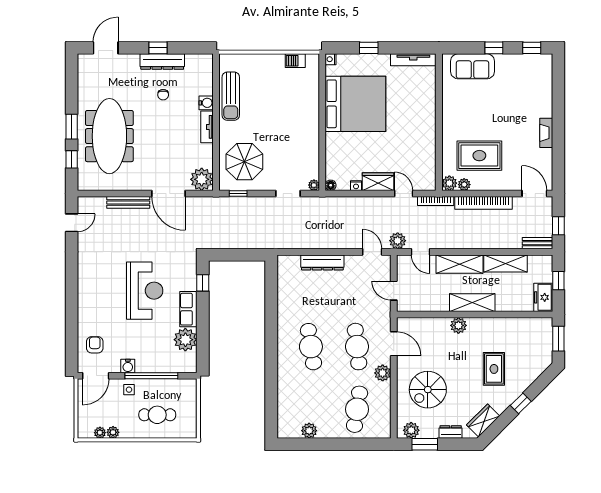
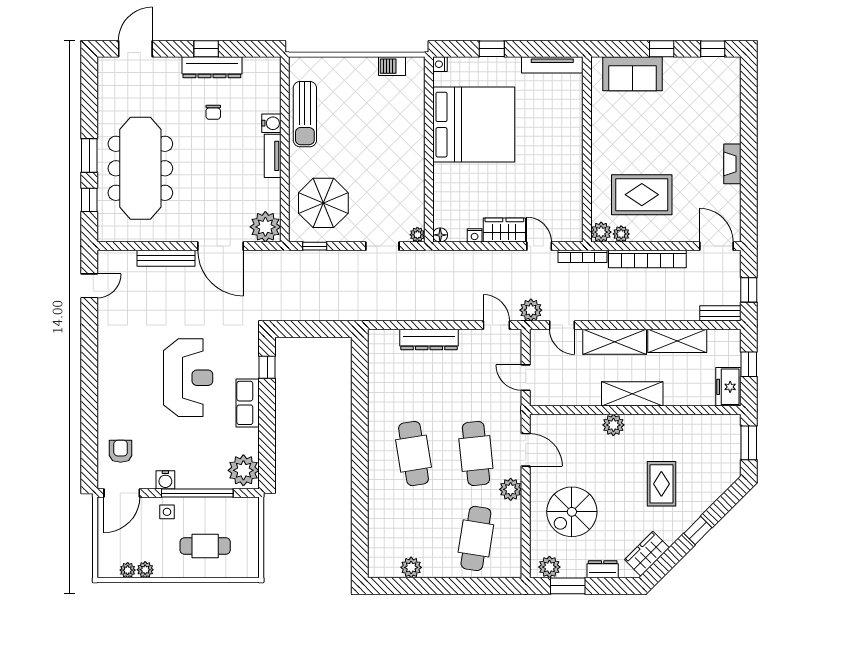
plant: (185, 340) -> (243, 470), moved

